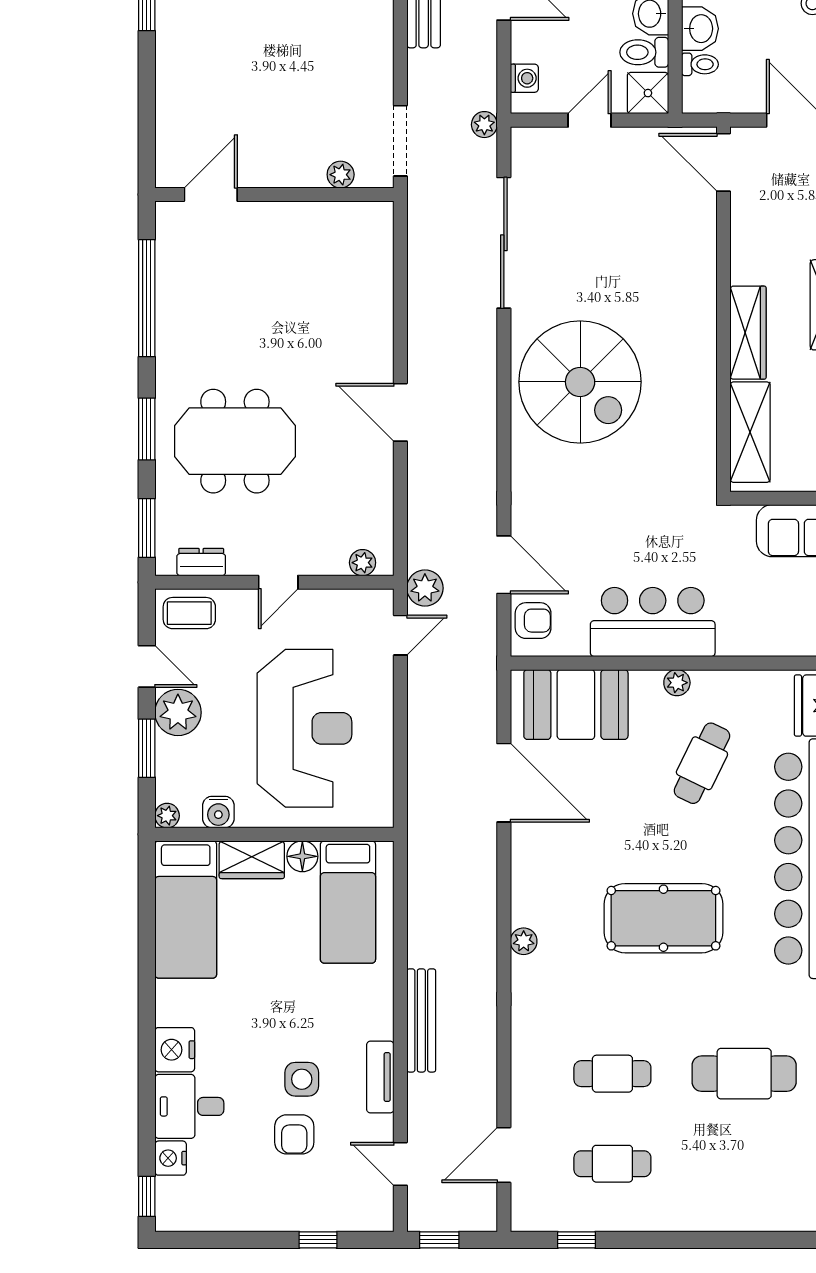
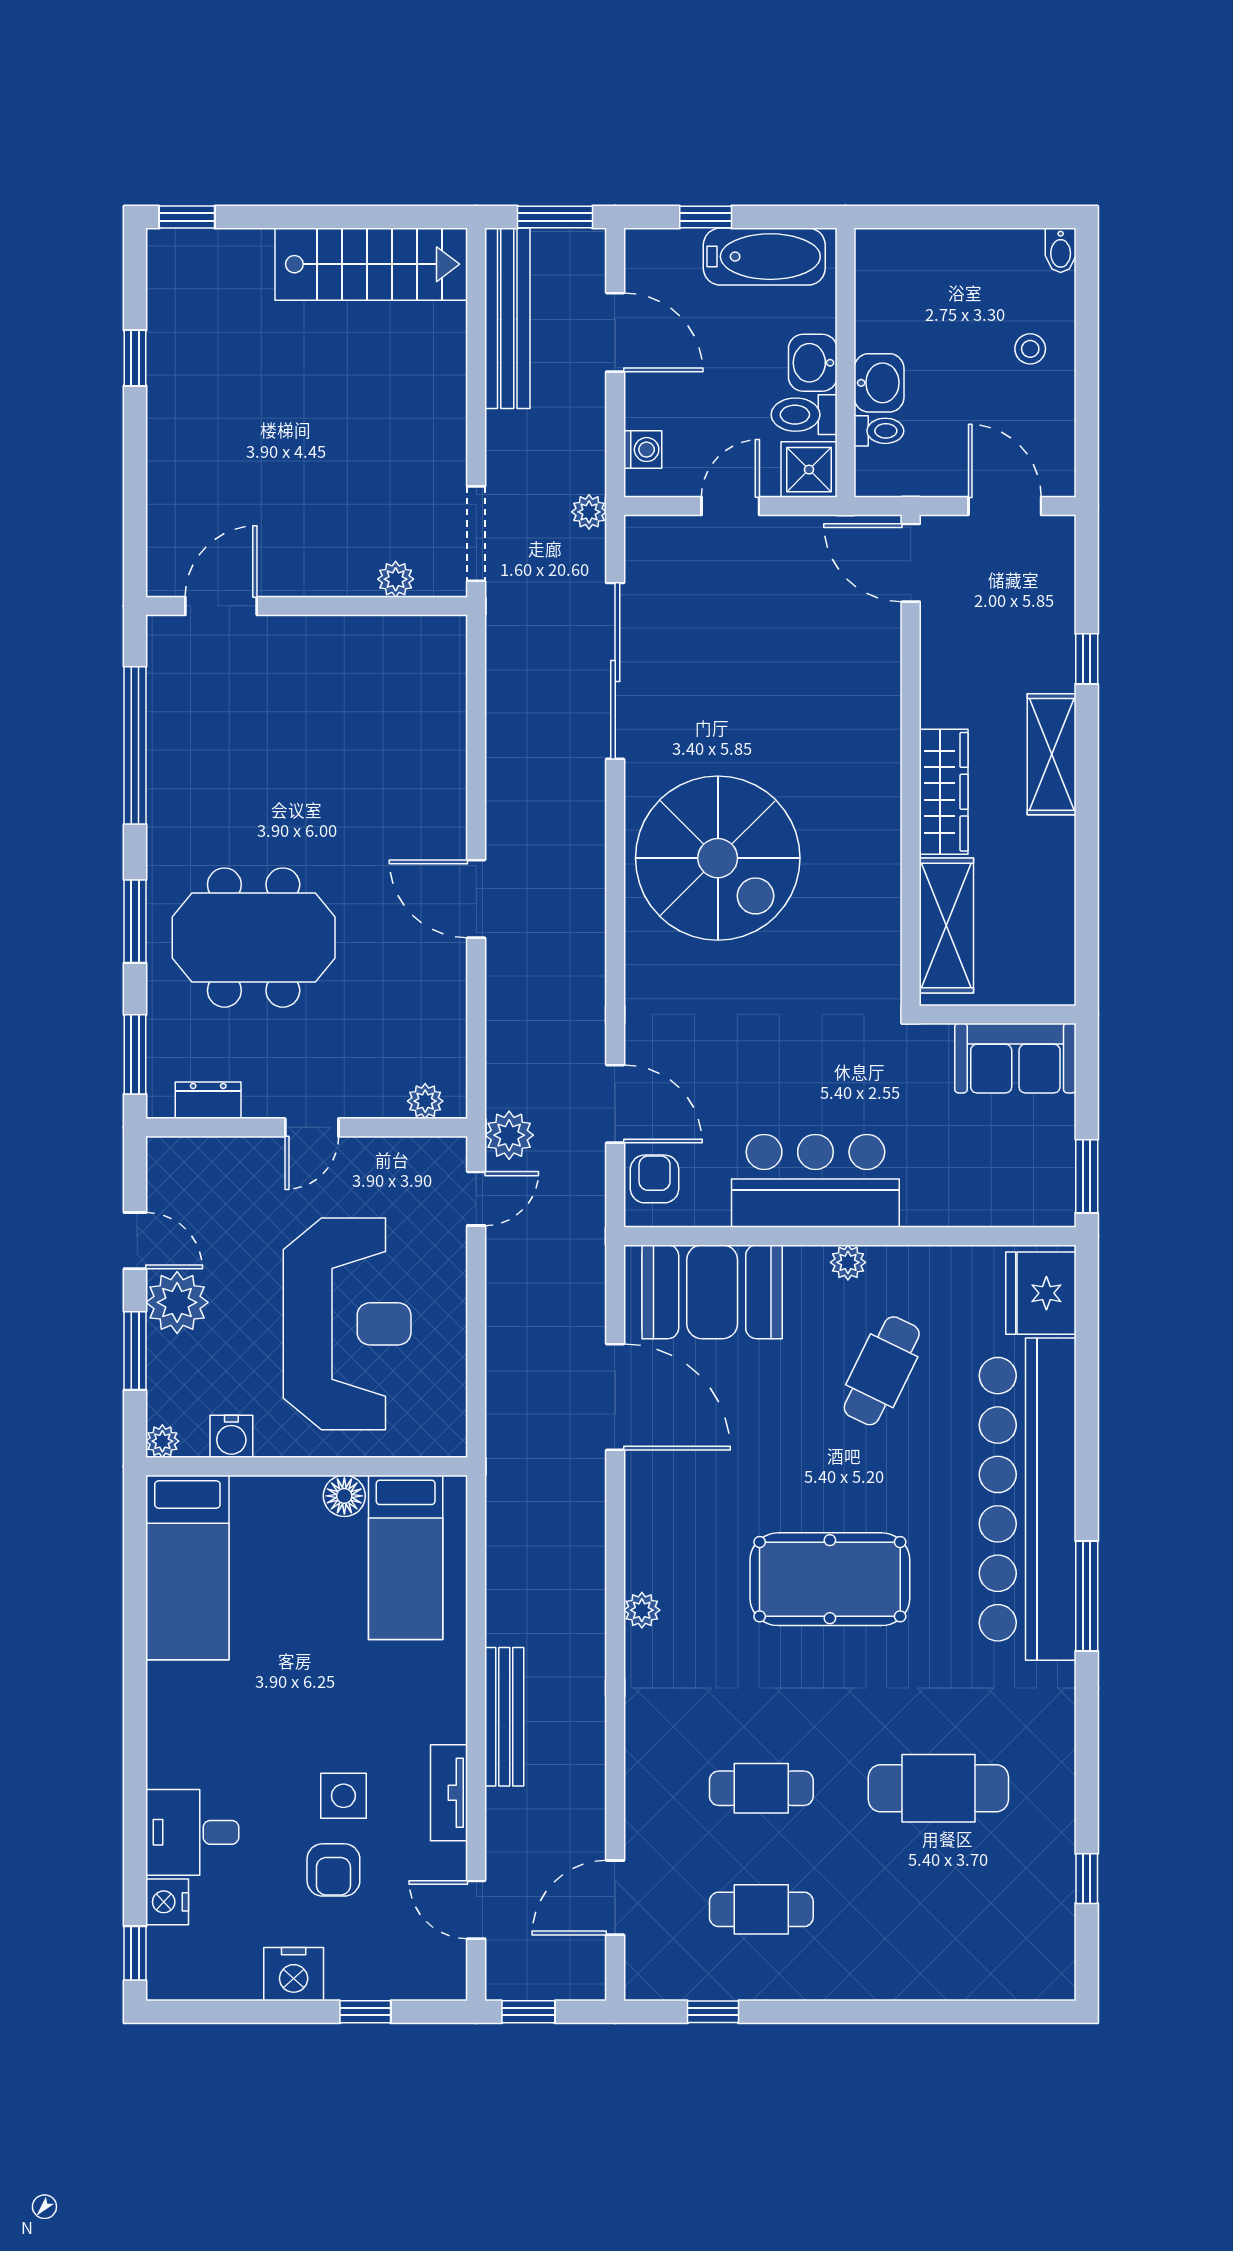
coffee table: (189, 613) -> (192, 1169), removed
armchair: (533, 621) -> (655, 1179), turned -90
wardrobe: (252, 860) -> (276, 1500), removed
nightstand: (175, 1050) -> (294, 1974), moved, turned -90

